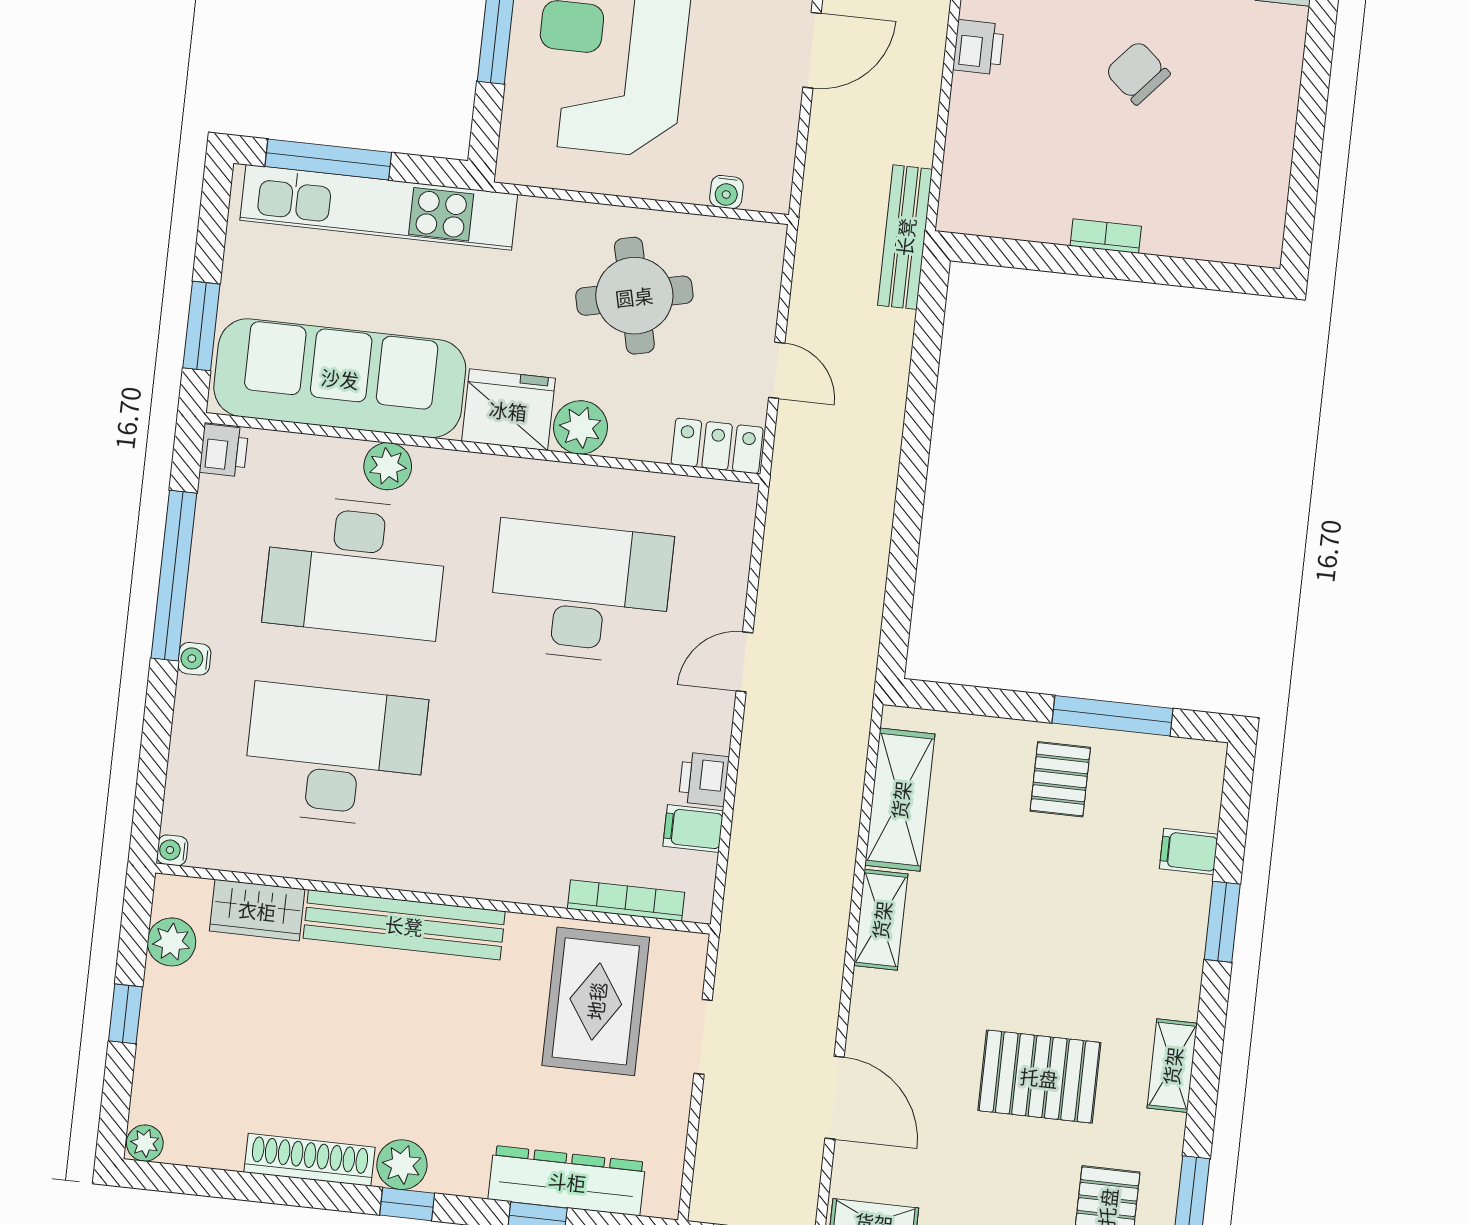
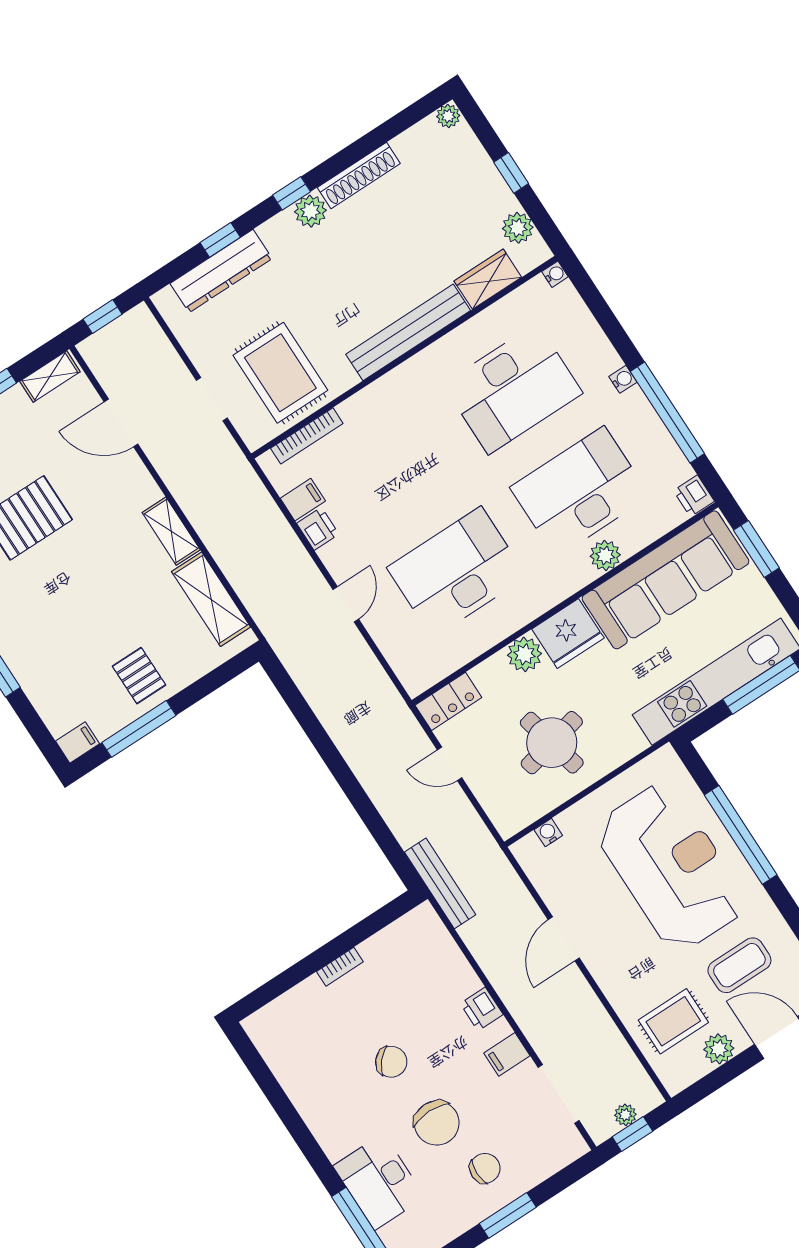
desk: (581, 592) -> (457, 572), turned 180
filing cabinet: (1189, 851) -> (78, 742), moved

